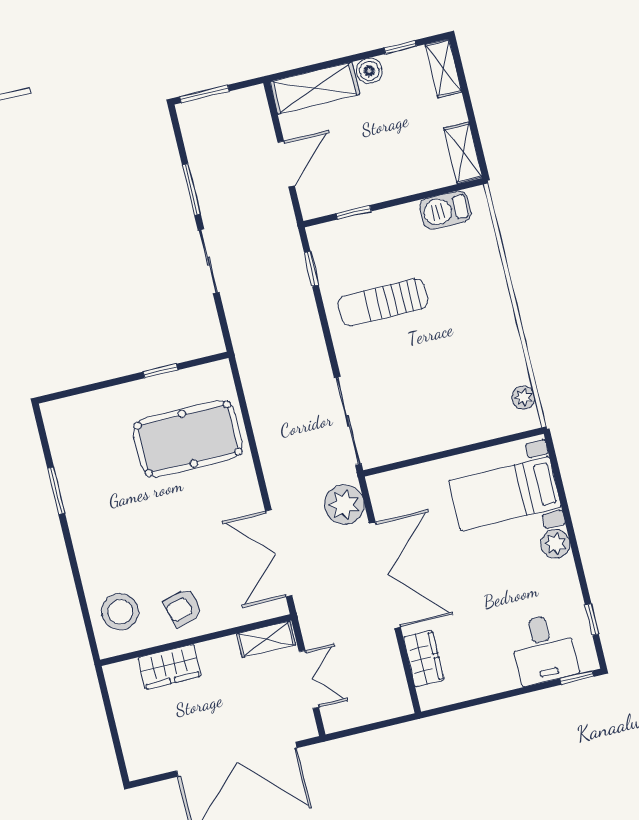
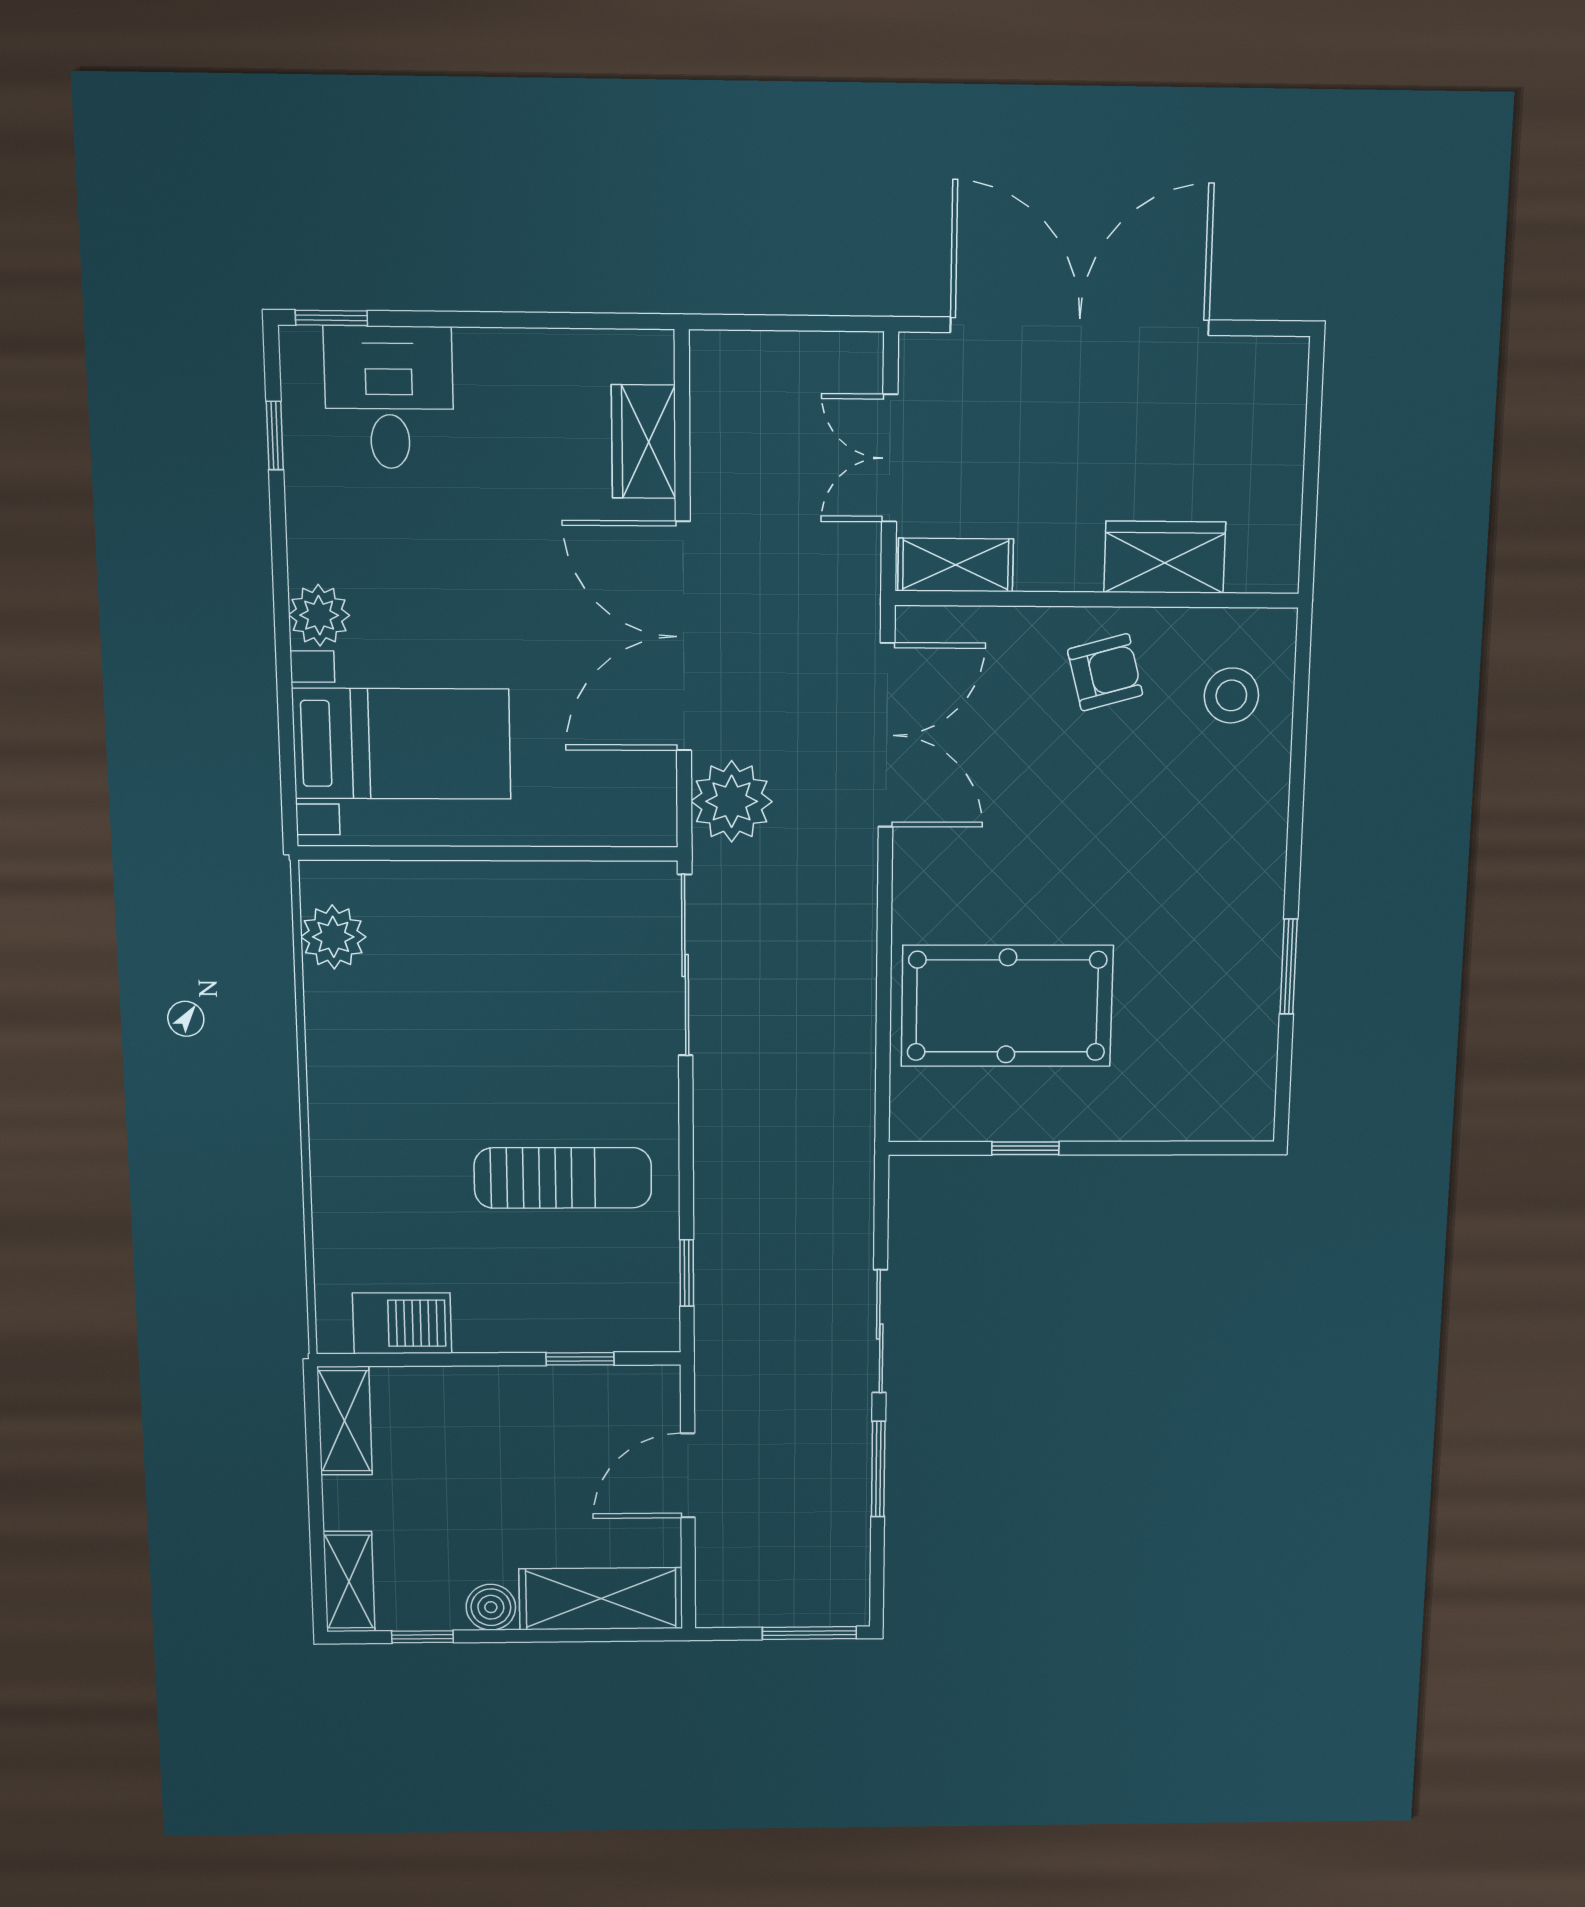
plant: (523, 398) -> (333, 937), width x1.38, depth x1.38
stool: (120, 612) -> (1231, 695), width x0.73, depth x0.73

